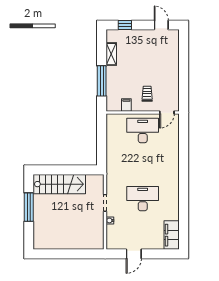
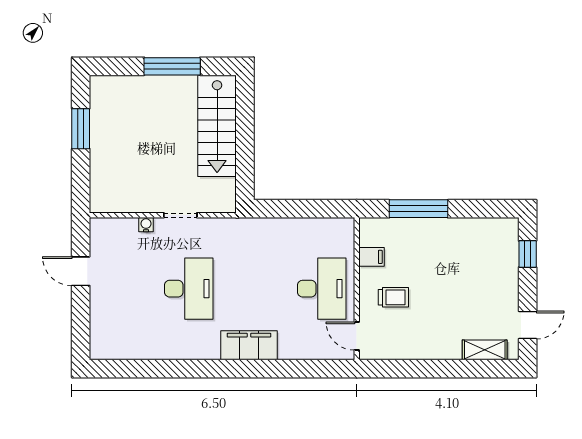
shelving: (111, 54) -> (485, 350), moved
filing cabinet: (172, 235) -> (249, 345), moved
window: (61, 254) -> (81, 129), added

